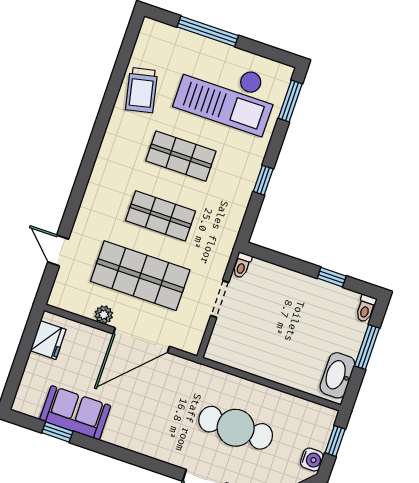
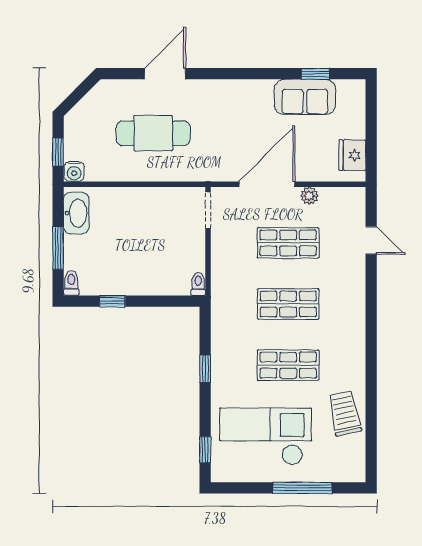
window: (290, 101) -> (205, 450), width x0.67
shop shelf: (140, 276) -> (288, 243), width x0.70, depth x0.74
doorway: (220, 299) -> (208, 210), moved
water cooler: (312, 460) -> (74, 172), moved, turned -90

